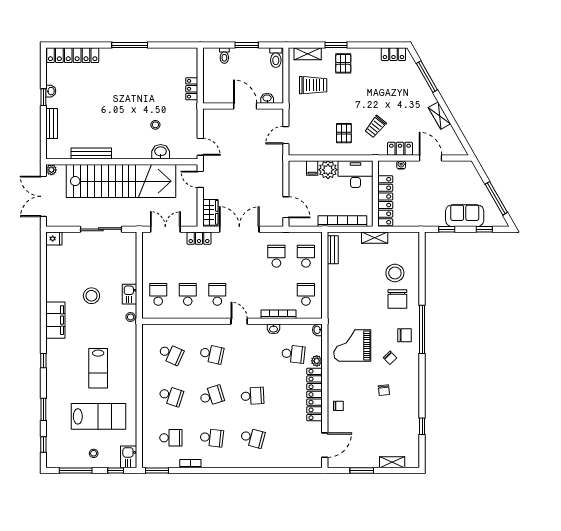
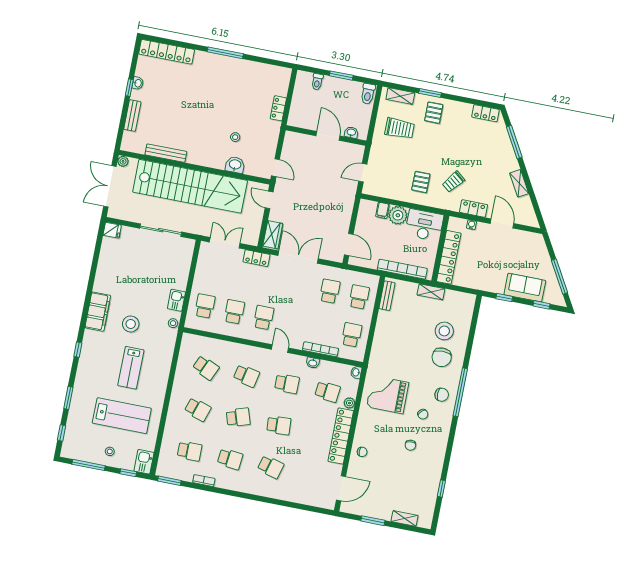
stool: (91, 296) -> (131, 324), moved
school desk: (252, 354) -> (287, 384), added

